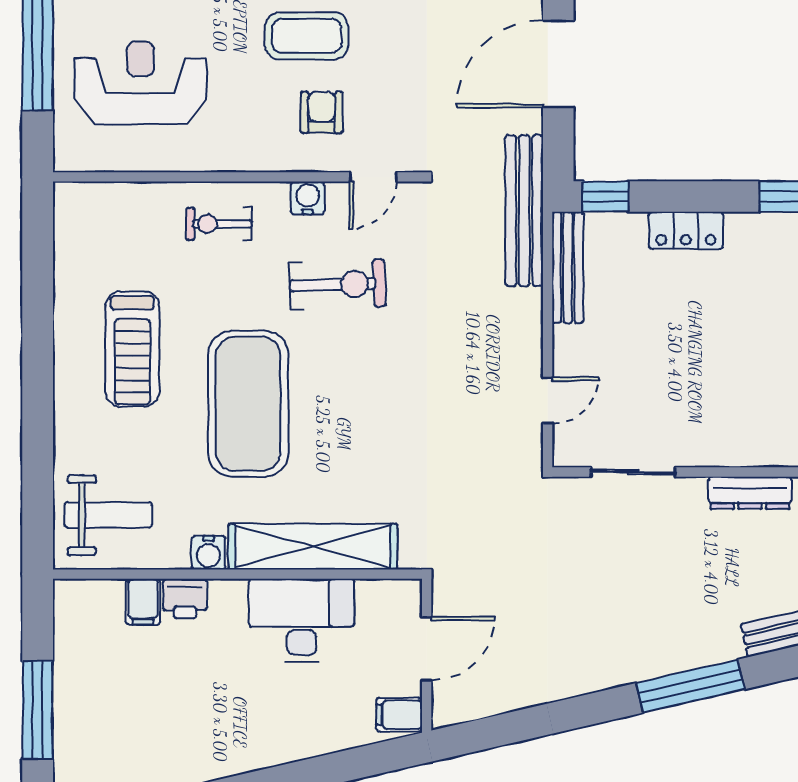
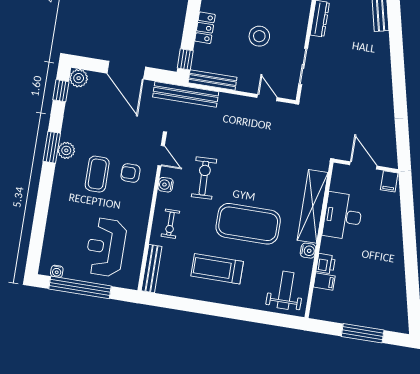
bench: (108, 197) -> (152, 269), added
treadmill: (132, 349) -> (217, 269), turned 180
stool: (687, 359) -> (259, 36), added
window: (690, 686) -> (397, 57), removed

